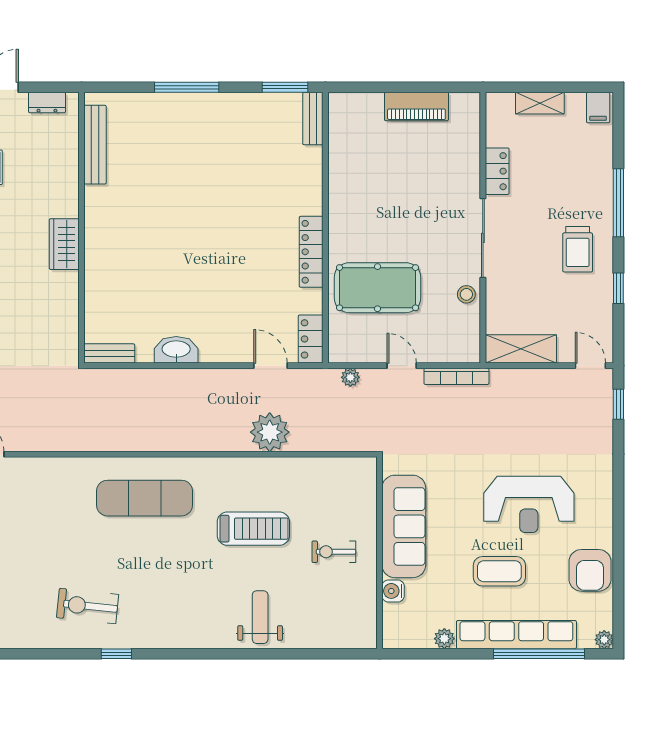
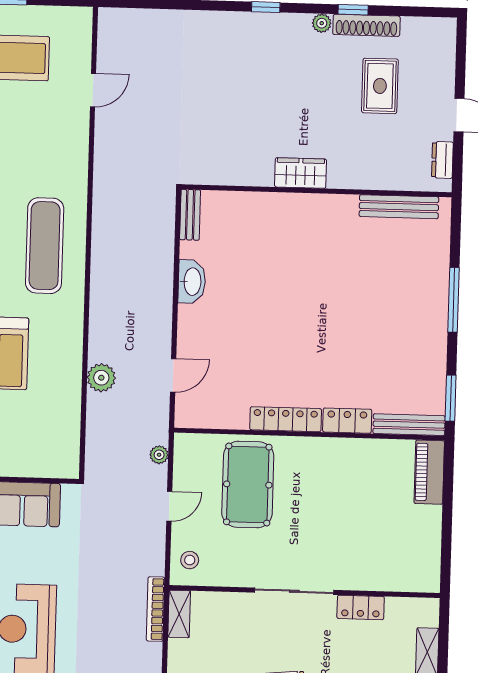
piano: (416, 107) -> (429, 472), moved
bench: (313, 119) -> (409, 425), width x1.36
stool: (466, 294) -> (190, 560), moved
locker: (311, 339) -> (347, 421), moved
shelving: (521, 349) -> (179, 614), width x0.67, depth x0.75
bookcase: (456, 376) -> (155, 609), moved
plant: (270, 432) -> (101, 378), width x0.73, depth x0.73

